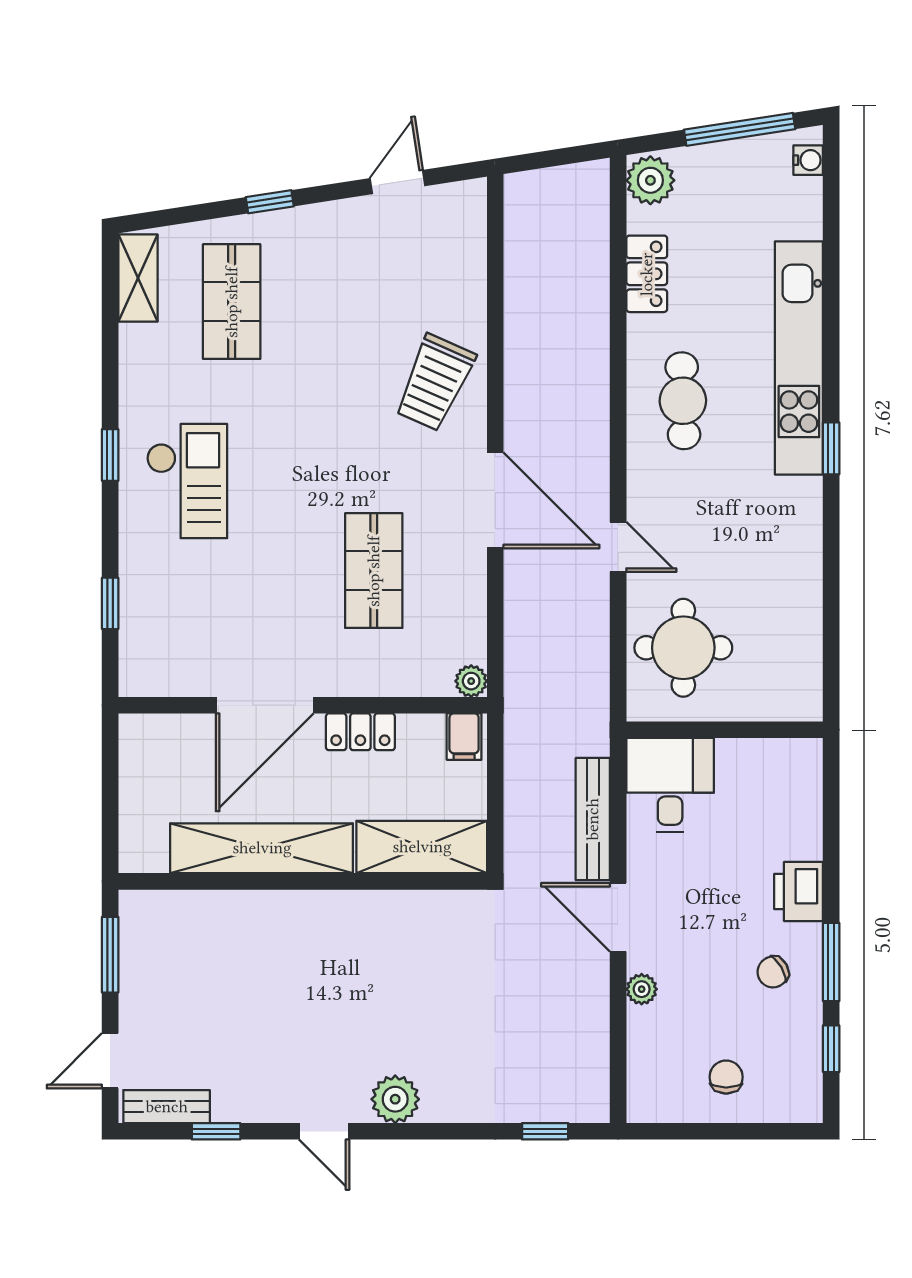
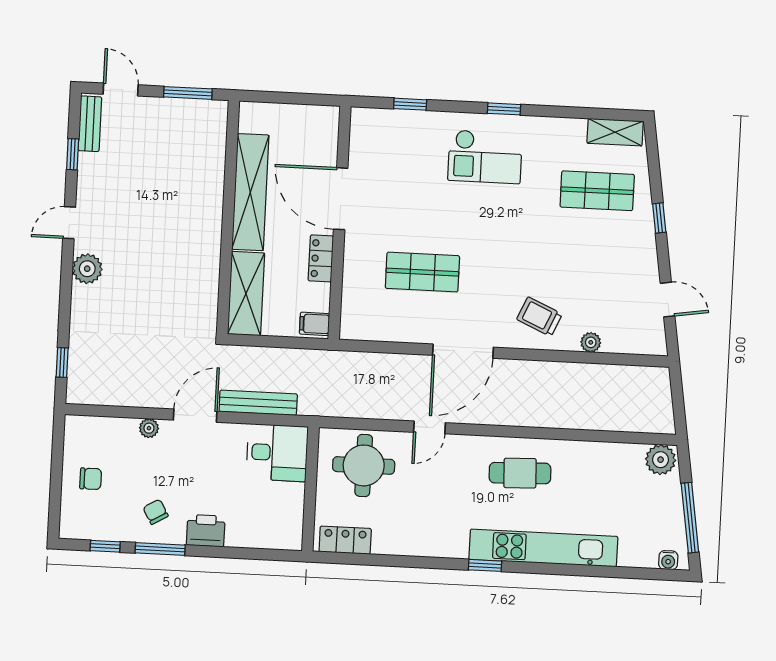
locker: (647, 274) -> (345, 540), moved, turned 180
trolley: (435, 383) -> (539, 317), width x0.73, depth x0.72
plant: (471, 681) -> (591, 342), moved

